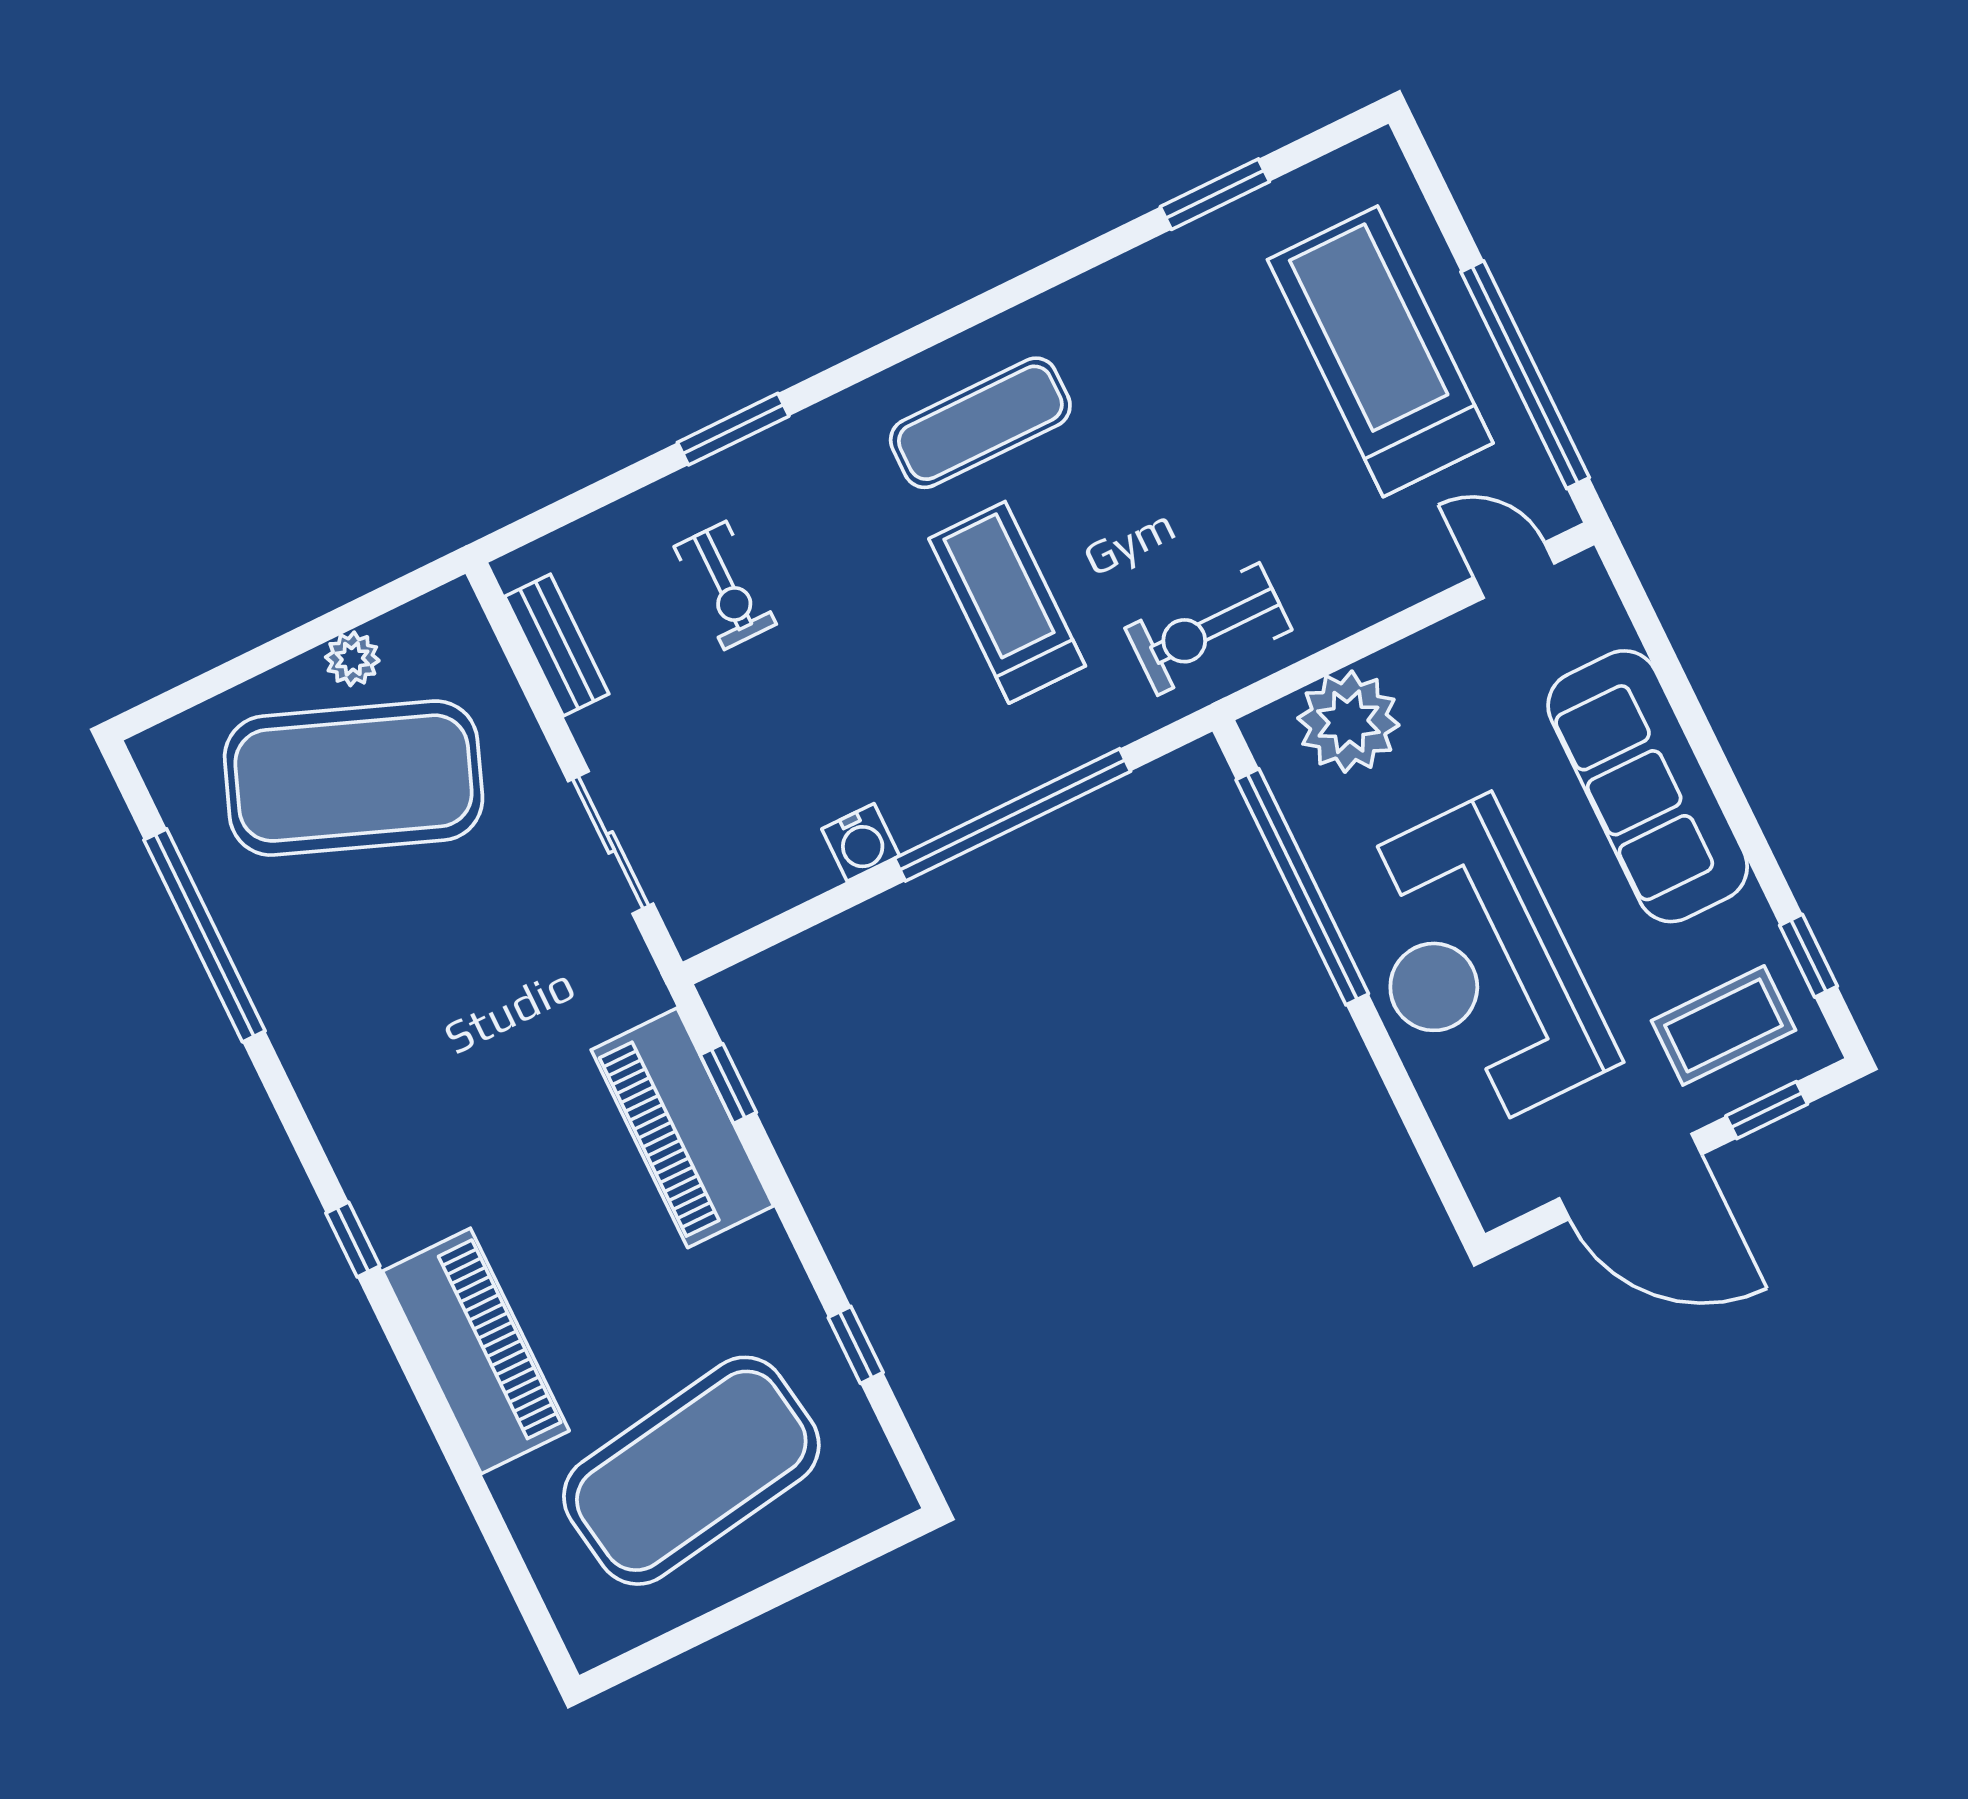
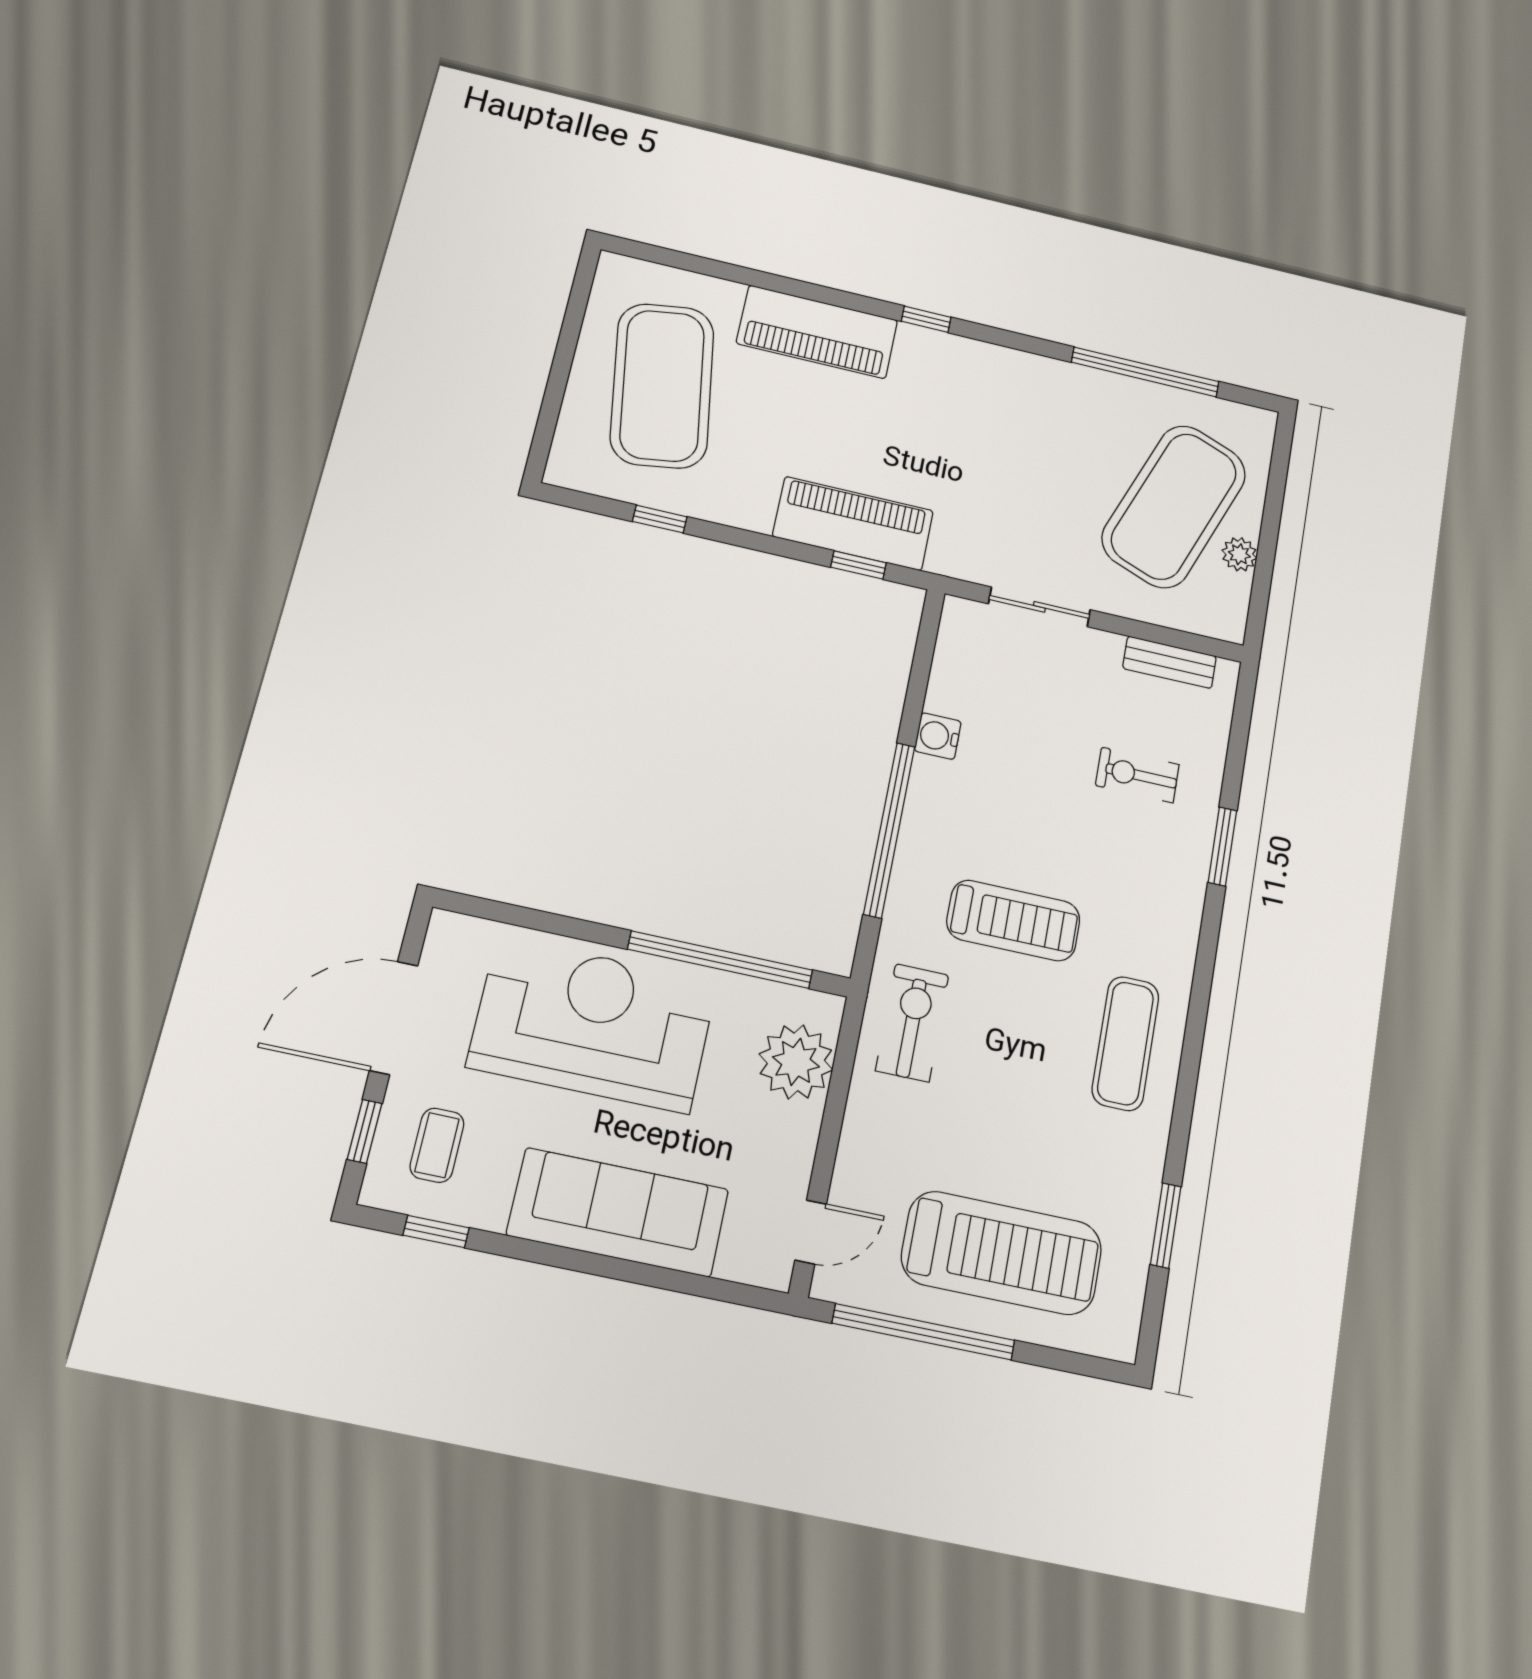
exercise mat: (980, 423) -> (1126, 1043), moved
coffee table: (1723, 1025) -> (437, 1145), width x0.73, depth x0.77

